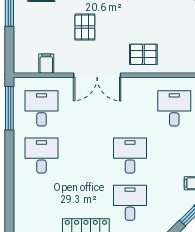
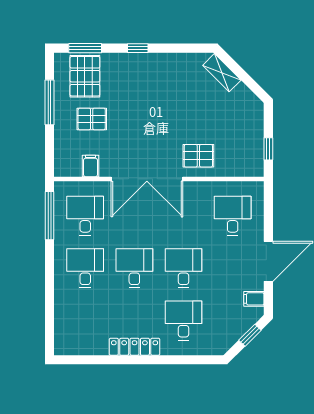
pallet: (85, 27) -> (92, 119), moved, turned 90
double door: (97, 75) -> (147, 179), width x1.36
desk: (86, 156) -> (134, 268), added

